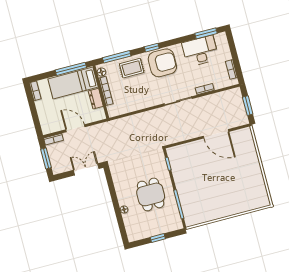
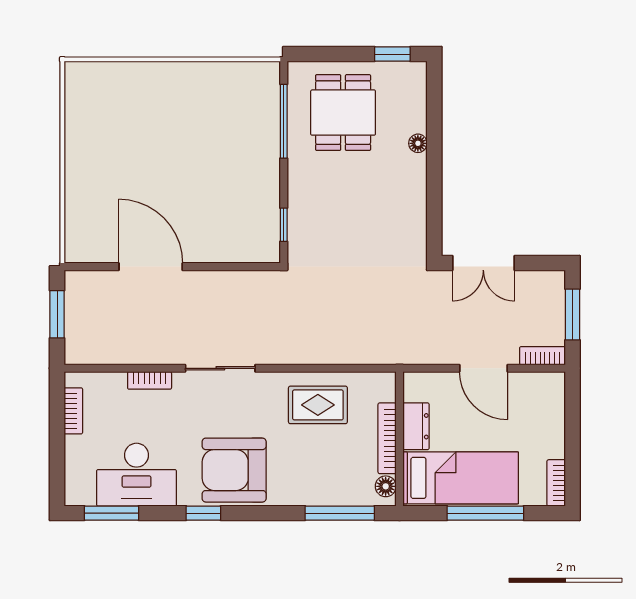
window: (152, 48) -> (203, 513), moved
rug: (132, 68) -> (318, 405), moved
window: (71, 69) -> (485, 513), moved
dining table: (151, 194) -> (343, 113), moved
window: (158, 238) -> (392, 54), moved

